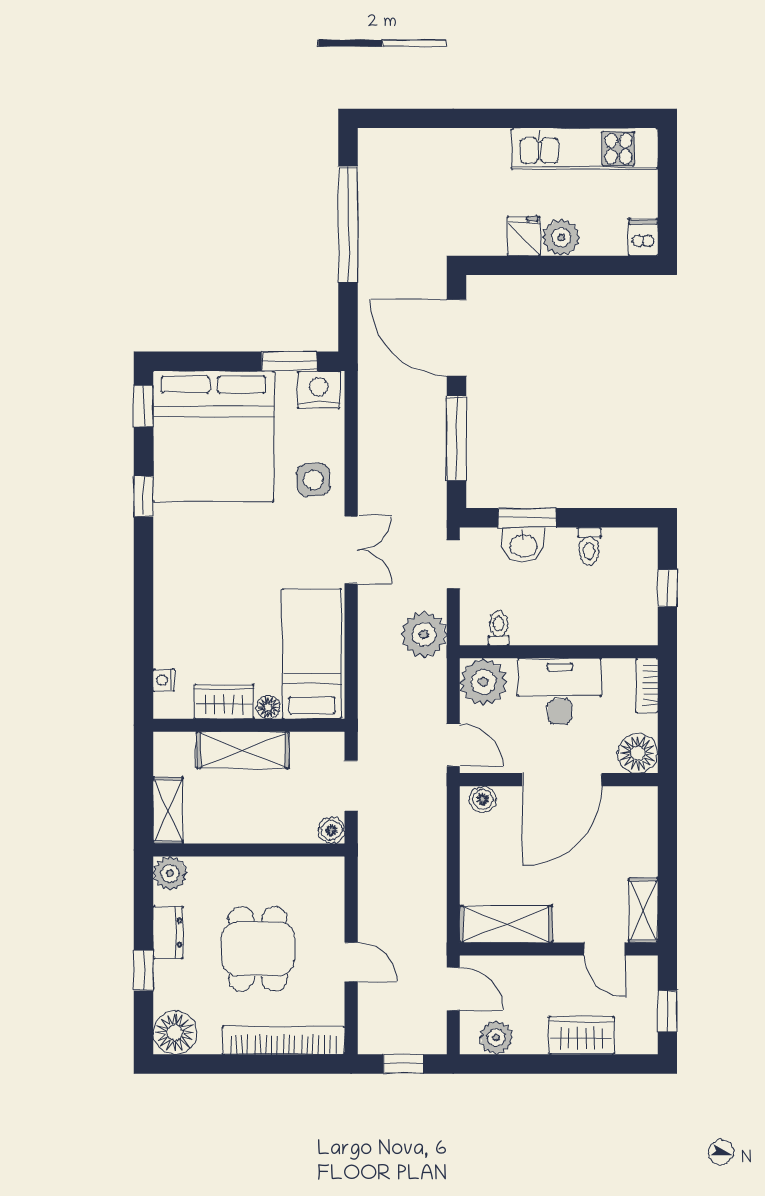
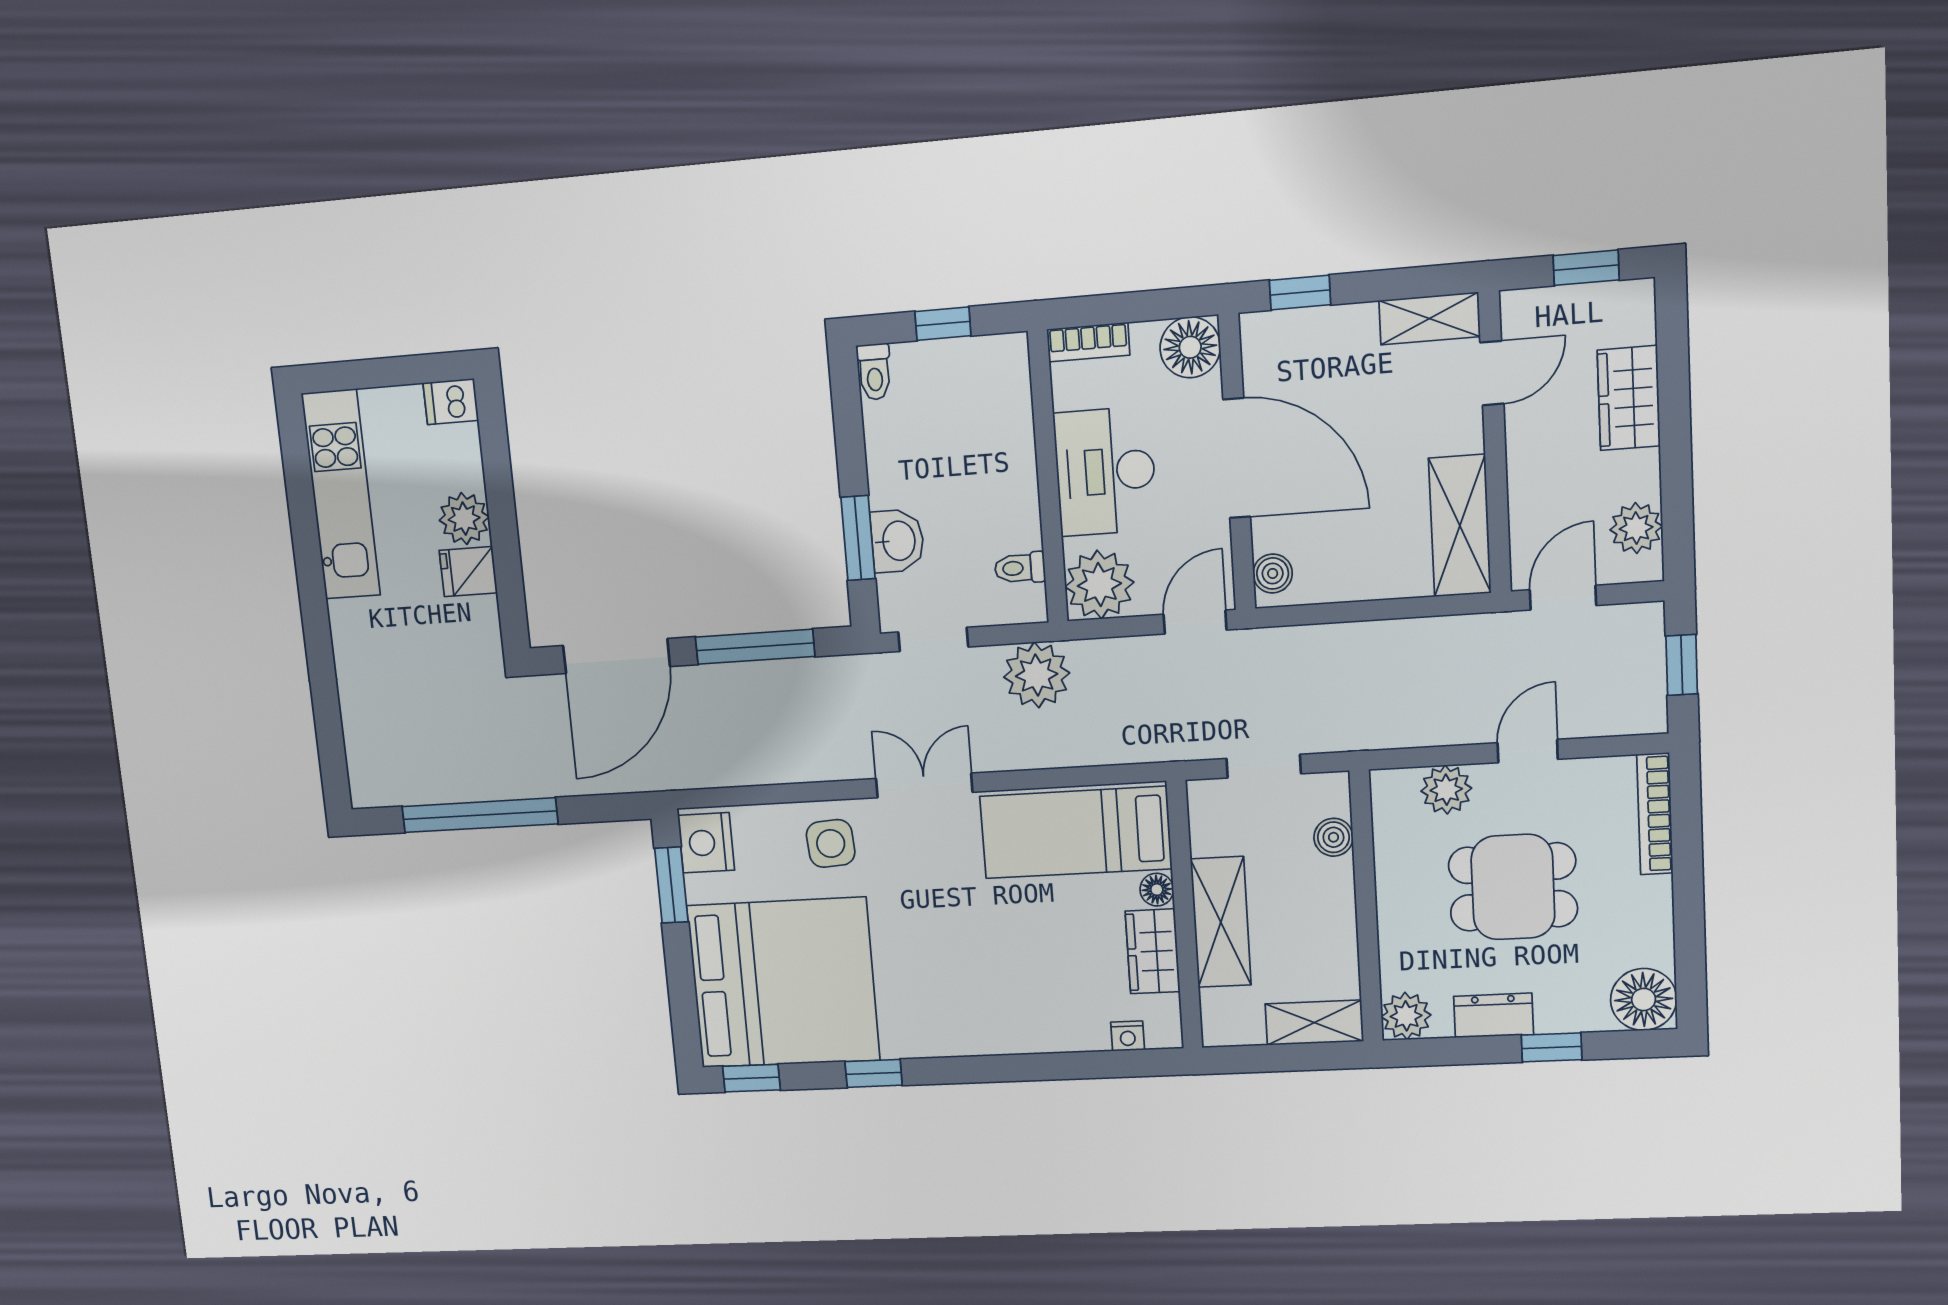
toilet: (589, 546) -> (874, 372), moved, turned 90
window: (667, 827) -> (1300, 293), added
boiler: (332, 830) -> (1333, 837), moved
plant: (328, 907) -> (1446, 790), added
bookcase: (284, 1040) -> (1655, 814), width x0.68, depth x0.76

